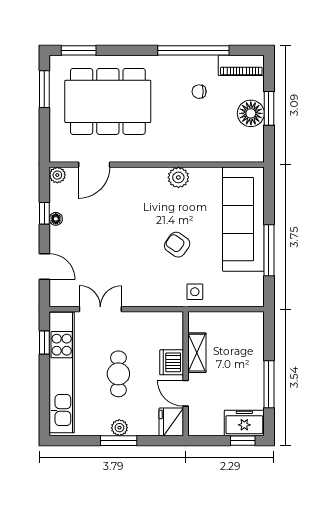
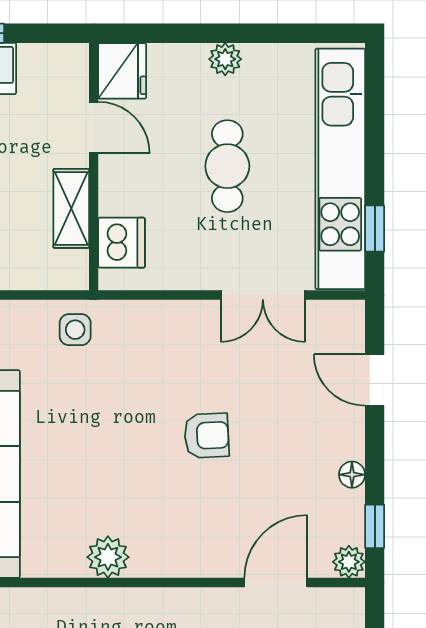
window: (44, 213) -> (375, 526), moved
armchair: (177, 245) -> (207, 436), moved, turned -38
dishwasher: (172, 362) -> (122, 243), moved
window: (119, 441) -> (227, 33), removed

